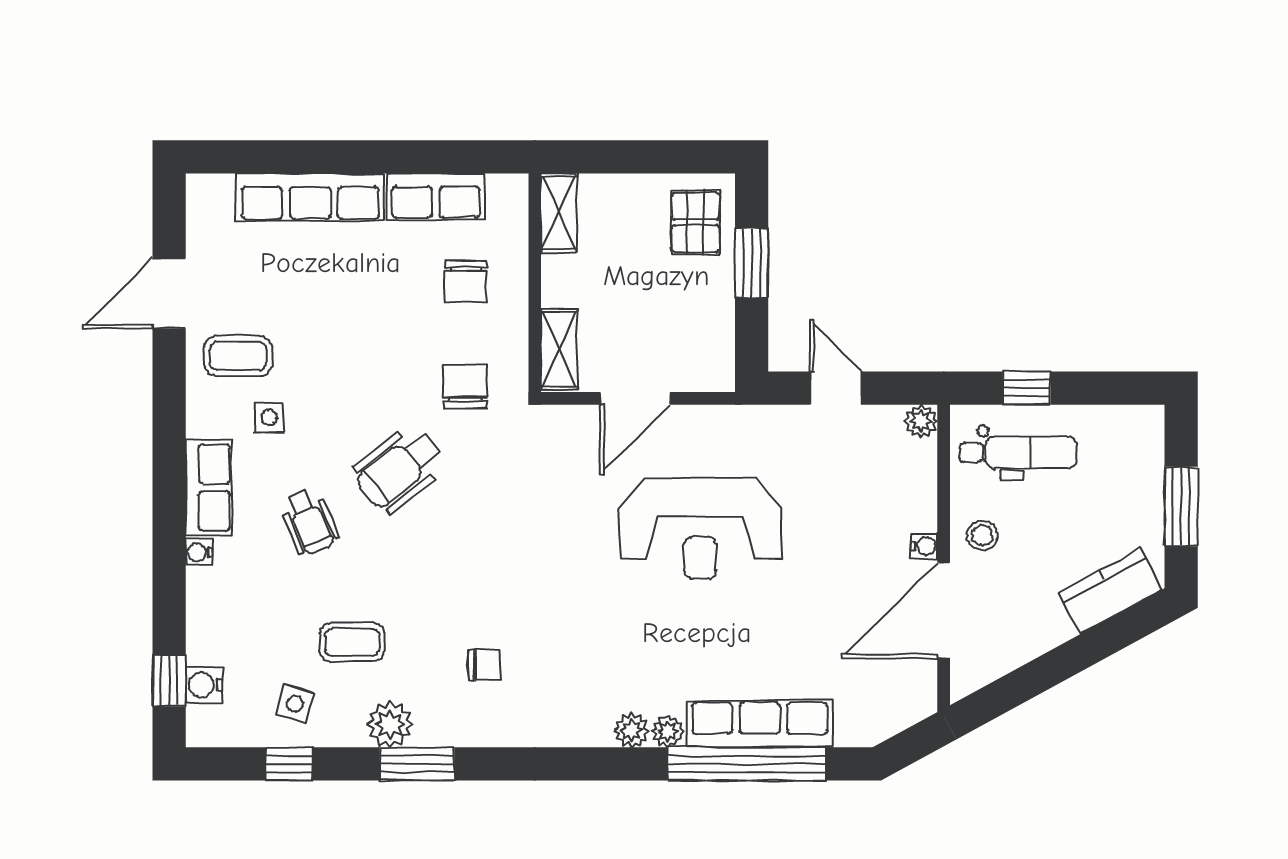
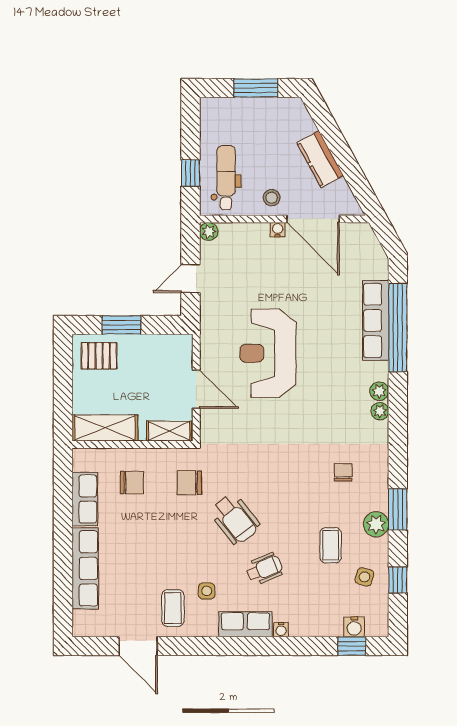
shelving: (559, 213) -> (105, 428), width x1.50, depth x1.33
reception desk: (700, 529) -> (268, 353), turned 180
kitchen counter: (1110, 591) -> (320, 159), moved
plant: (668, 731) -> (380, 411), moved

